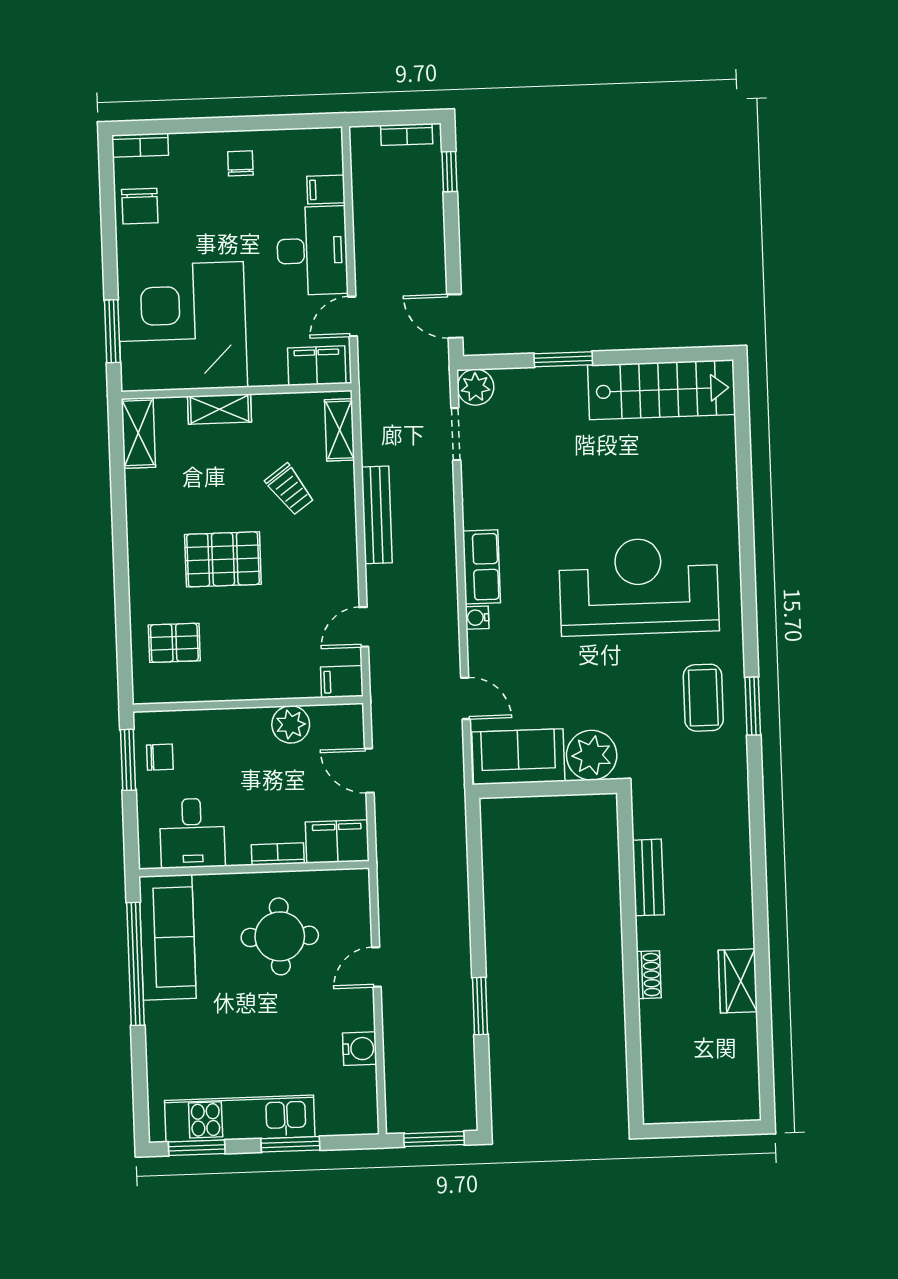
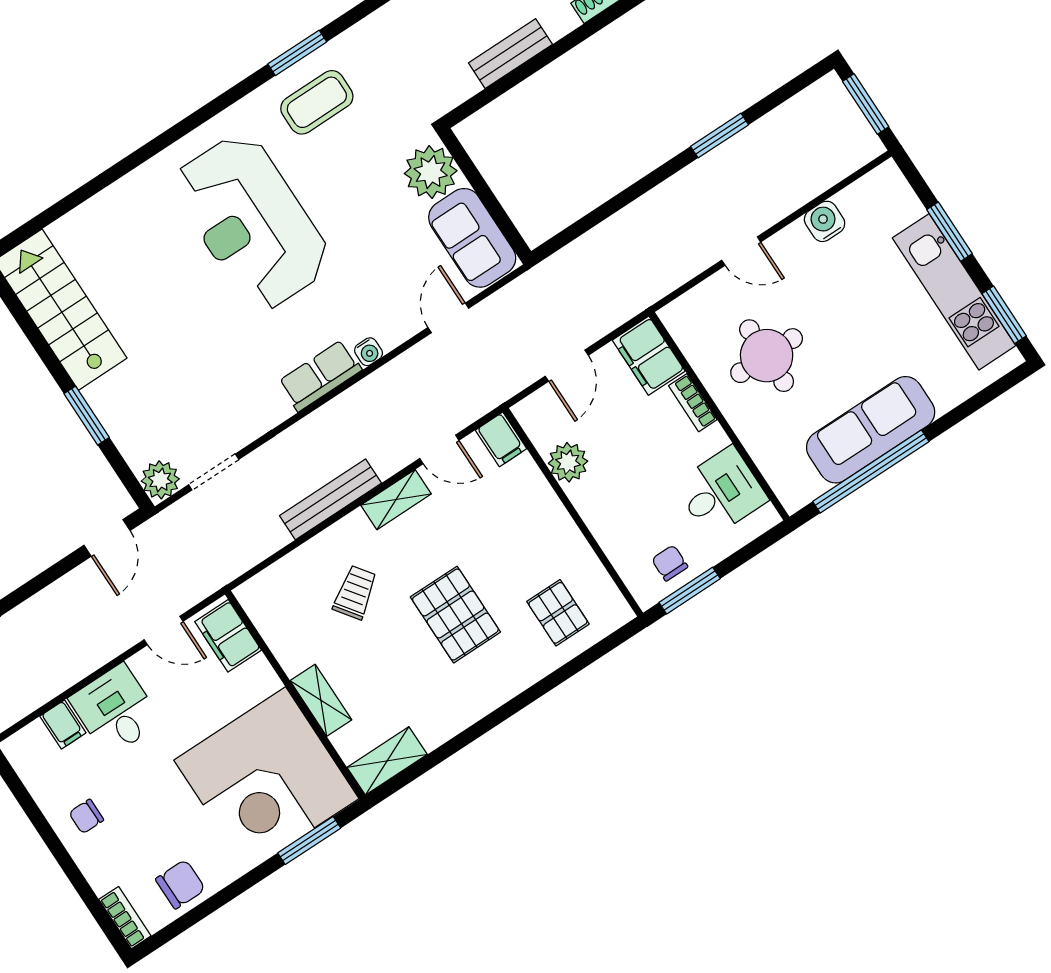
desk: (312, 251) -> (115, 710), width x0.73
shelving: (340, 430) -> (396, 500), moved
sofa: (168, 937) -> (871, 430), moved

